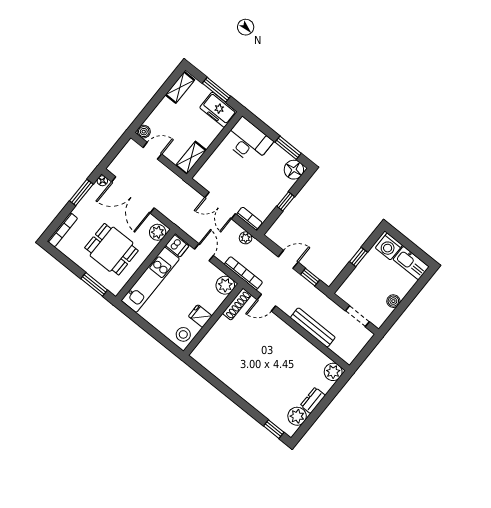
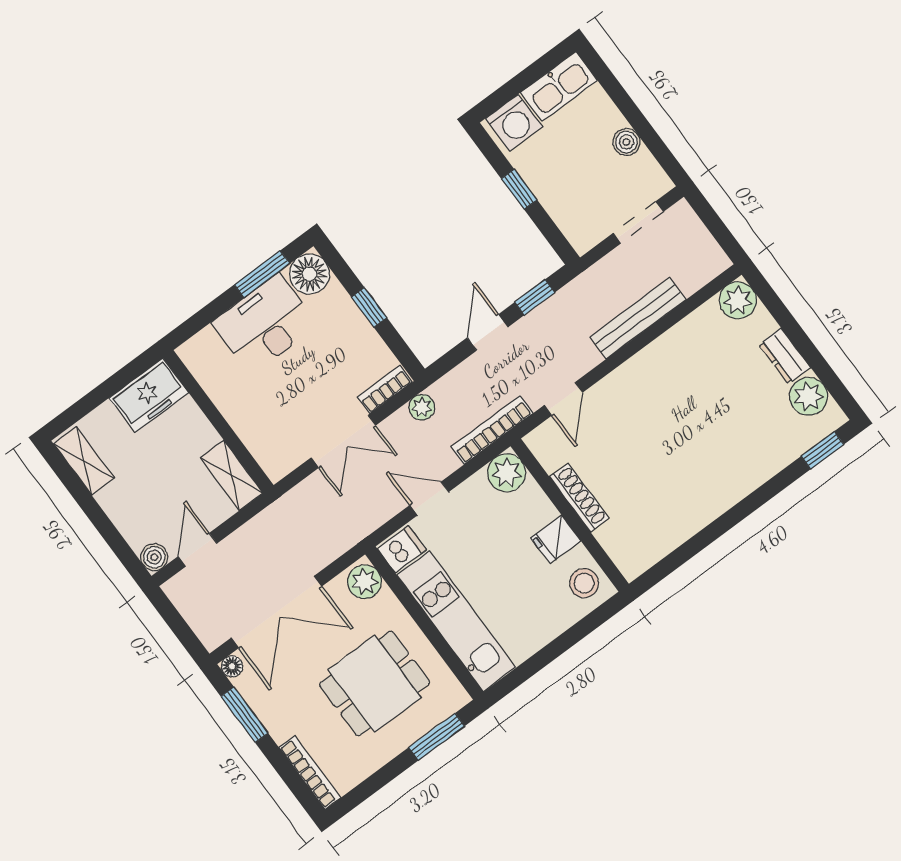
window: (216, 90) -> (108, 389), removed
desk: (248, 141) -> (265, 324), moved
shoe rack: (237, 304) -> (579, 497), moved

